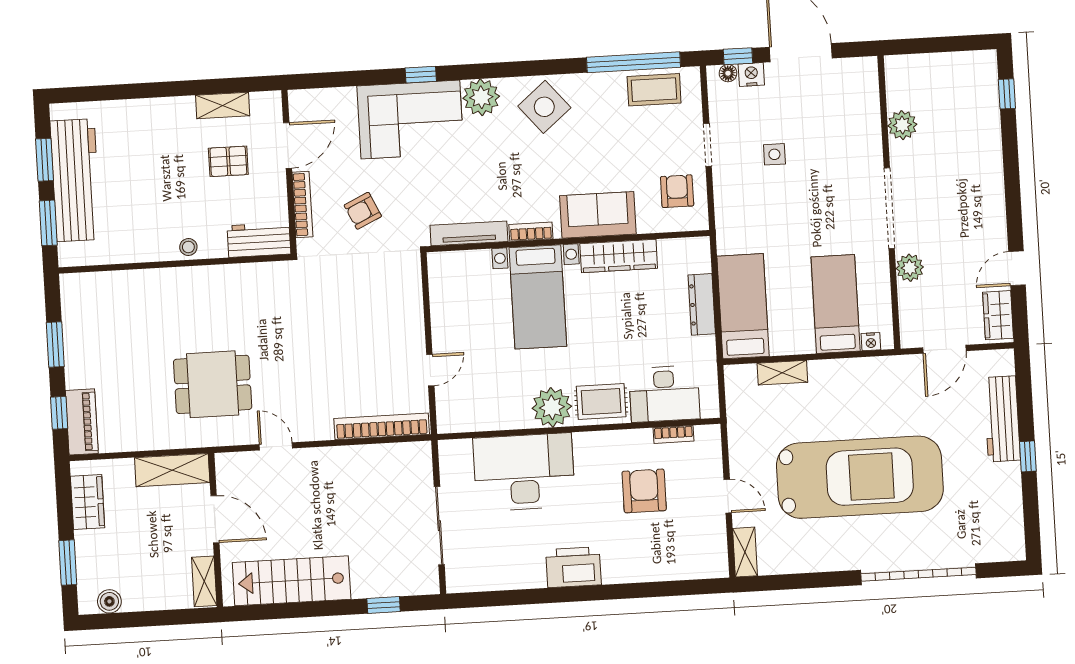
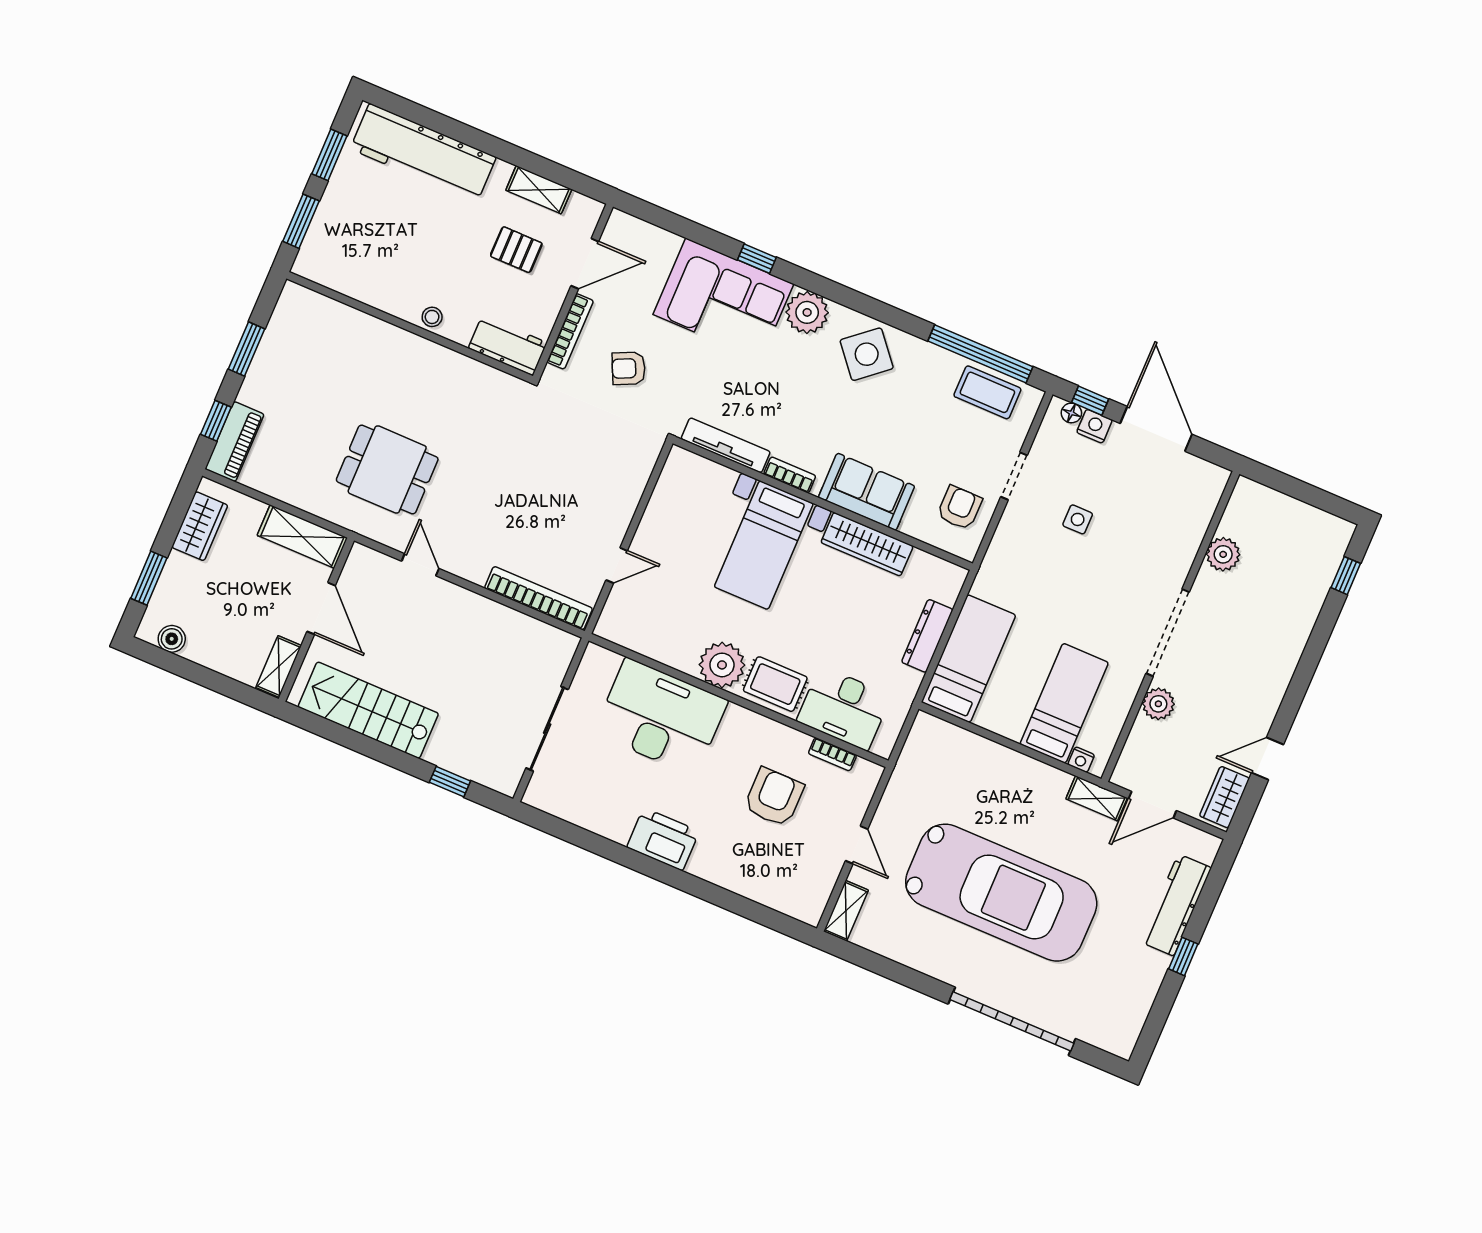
workbench: (75, 180) -> (423, 153), moved, turned 90
shelving: (782, 373) -> (1097, 798), moved

